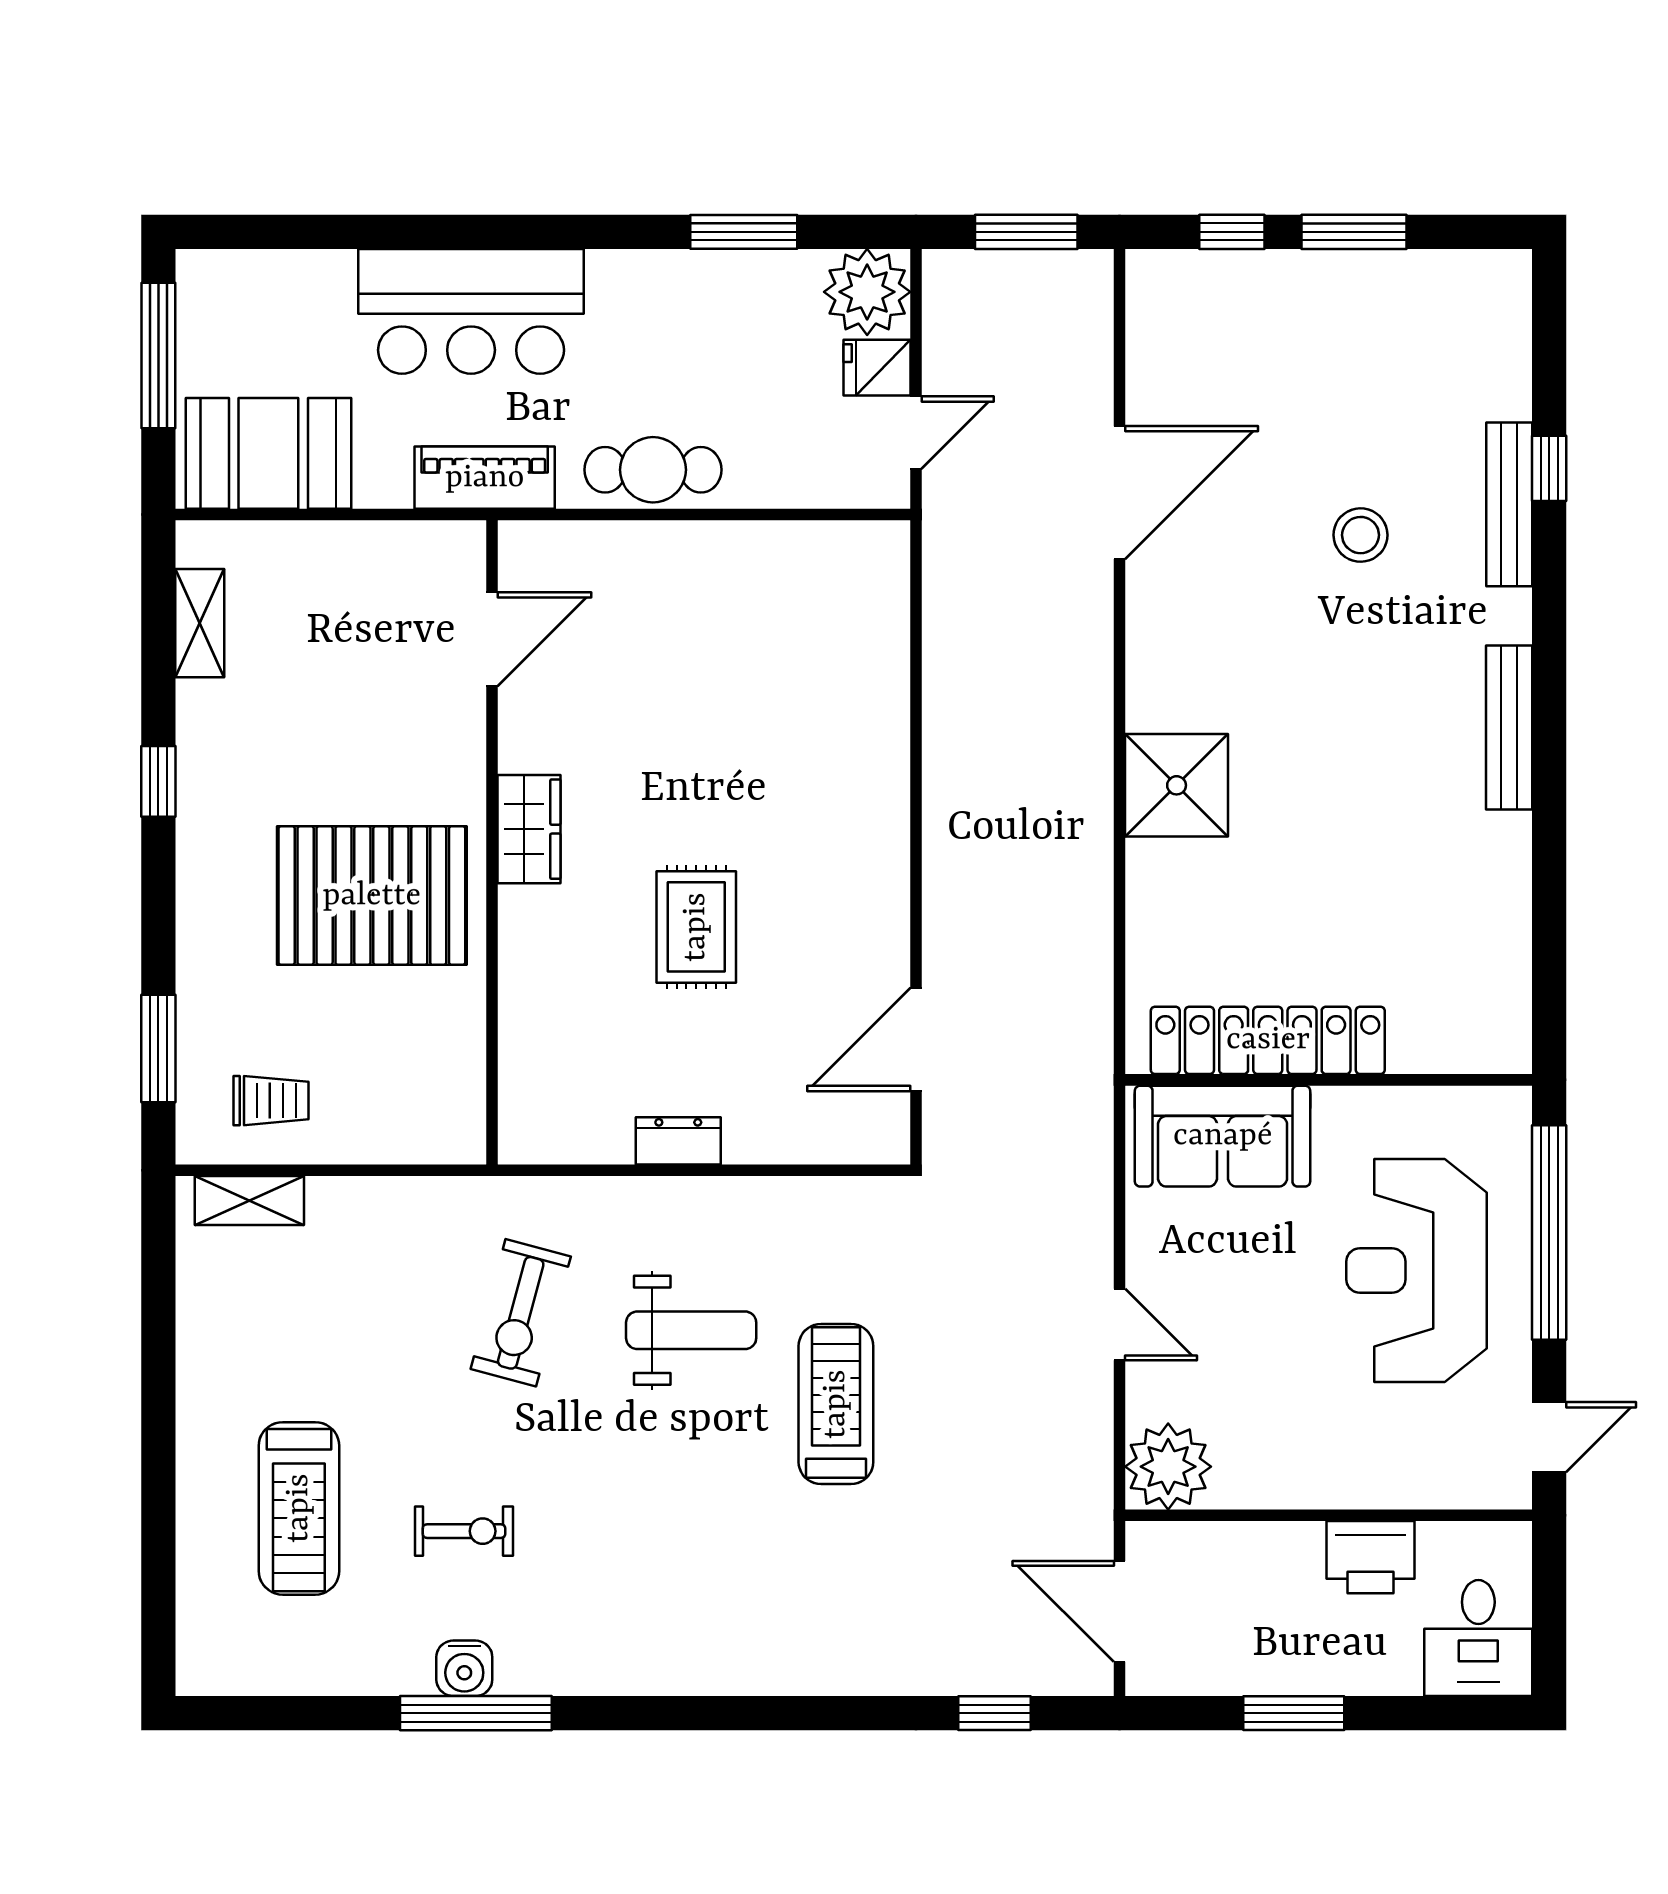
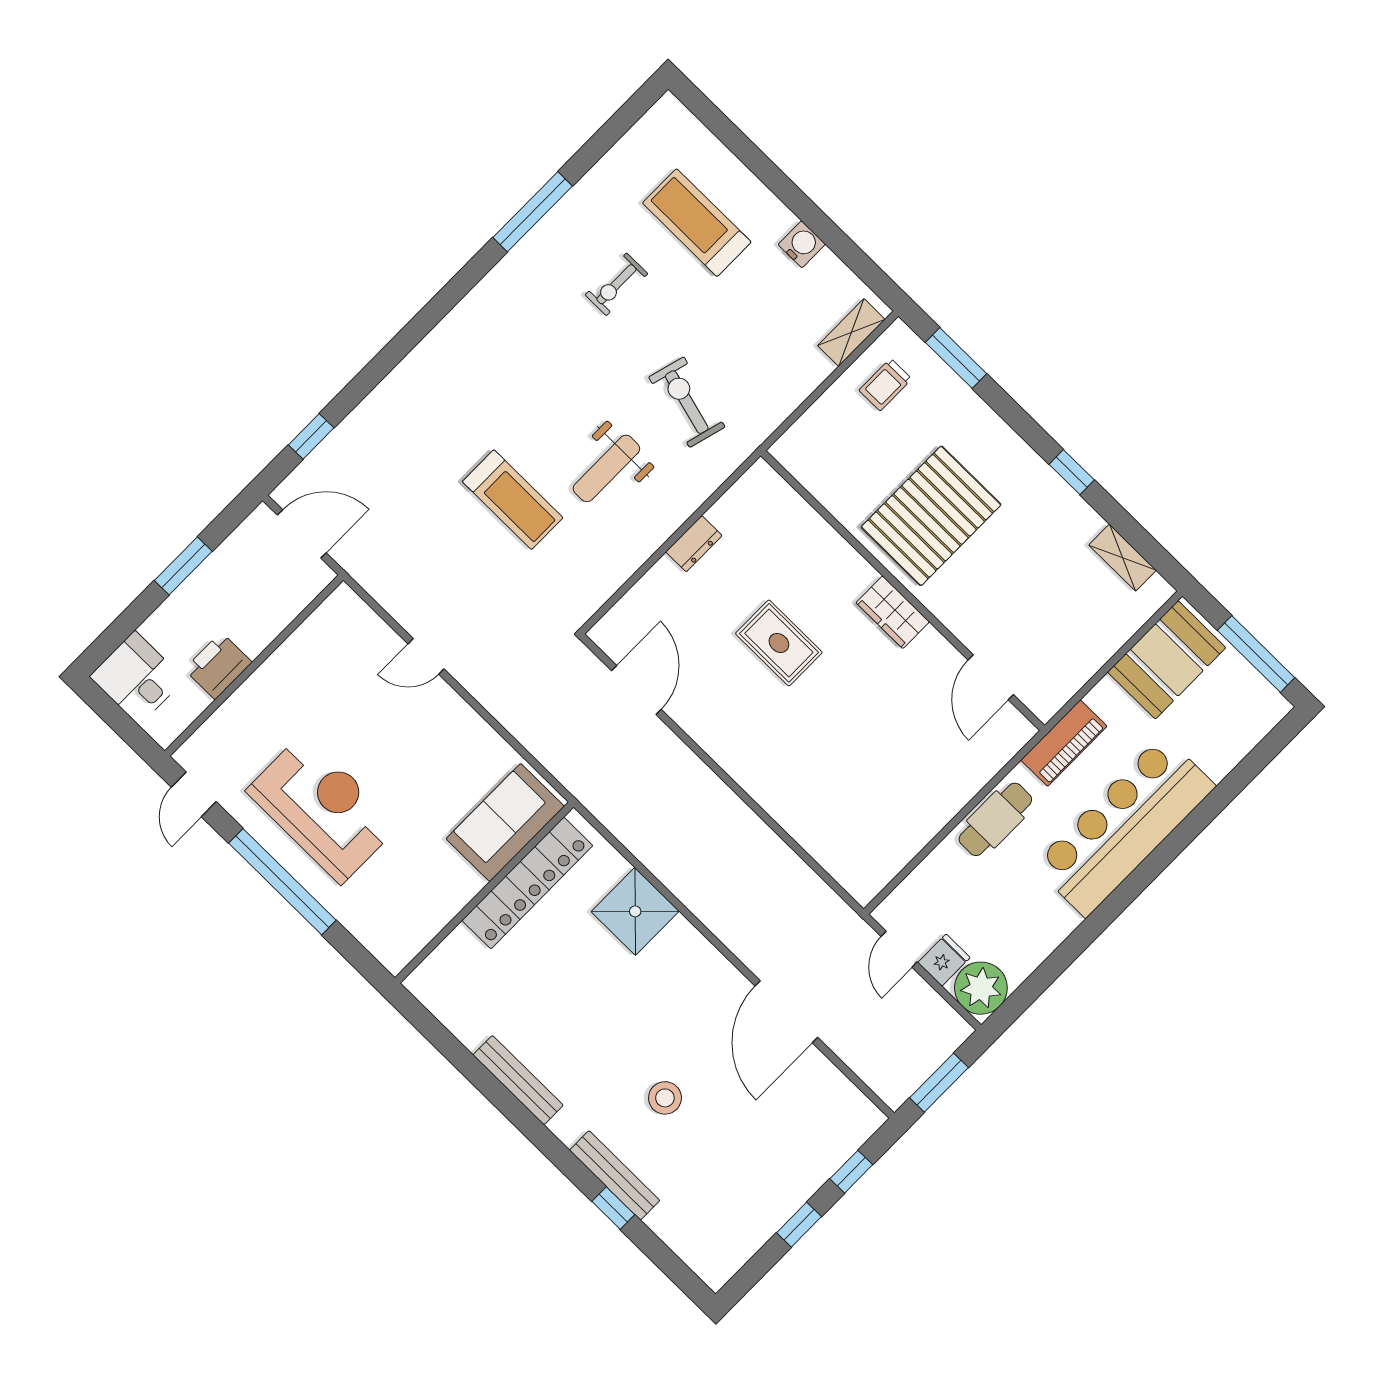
window: (744, 232) -> (1060, 960), removed
window: (1354, 232) -> (799, 1225), width x0.67
bar counter: (471, 311) -> (1124, 826), width x1.36
locker: (1268, 1040) -> (527, 883), moved
wall: (1329, 1080) -> (484, 893), moved
sofa: (1223, 1136) -> (505, 823), moved
plant: (1168, 1467) -> (344, 617), removed
water cooler: (464, 1668) -> (802, 244), moved, turned 90

